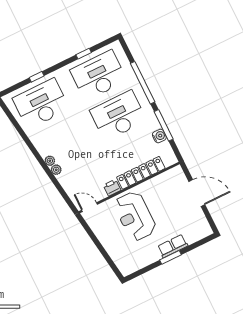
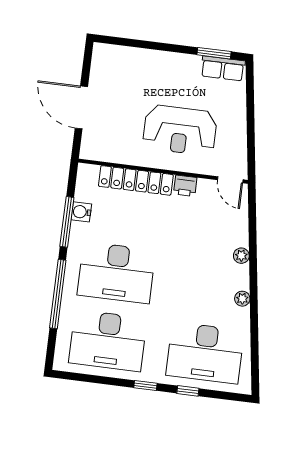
window: (84, 54) -> (145, 386), moved
plant: (50, 161) -> (242, 299), moved
reception desk: (135, 216) -> (180, 130), turned 90
row of seats: (173, 246) -> (223, 68), moved
window: (170, 257) -> (214, 53), moved

